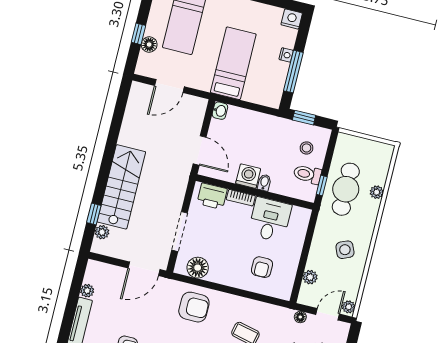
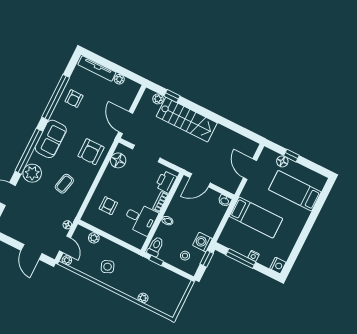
toilet: (307, 174) -> (155, 247), moved
washing machine: (248, 176) -> (203, 242), moved, turned 180
cafe table: (346, 189) -> (150, 277), removed
armchair: (262, 267) -> (108, 206), turned 90

